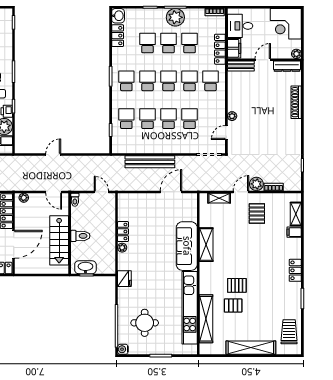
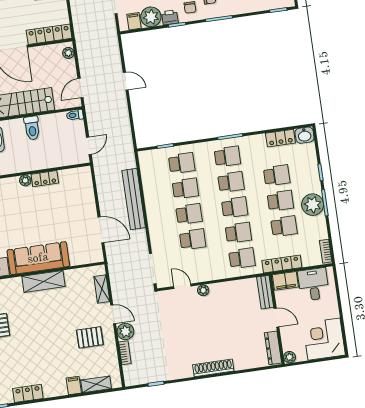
shoe rack: (296, 102) -> (213, 368), moved

